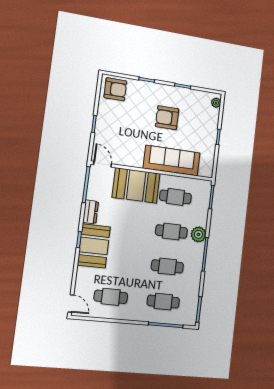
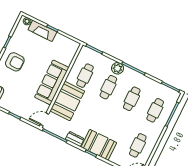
armchair: (167, 118) -> (15, 62), moved, turned -90
fireplace: (211, 125) -> (42, 31), added
sofa: (172, 161) -> (52, 82), moved

